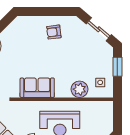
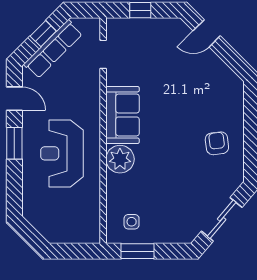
window: (117, 67) -> (138, 251), moved
plant: (79, 89) -> (120, 159), moved

